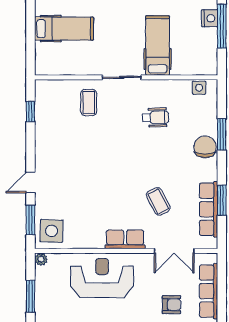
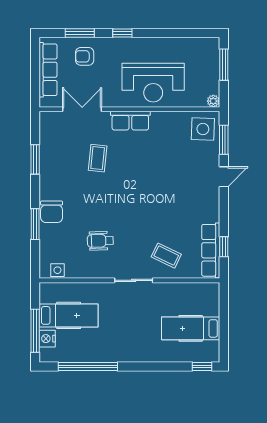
hospital bed: (158, 46) -> (69, 315), moved, turned -90
coffee table: (89, 103) -> (166, 256), turned -64
coffee table: (158, 201) -> (98, 158), turned 34
row of seats: (209, 209) -> (211, 250), moved, turned 180

